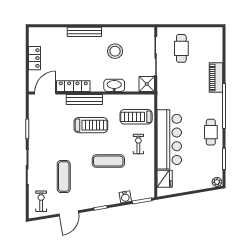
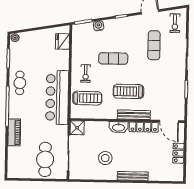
cafe table: (181, 48) -> (45, 159), width x1.37, depth x1.35
washbasin: (114, 85) -> (119, 127), moved
door: (45, 93) -> (169, 121), hinge flipped
bar counter: (169, 139) -> (57, 97), moved

